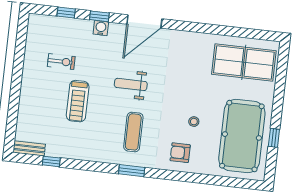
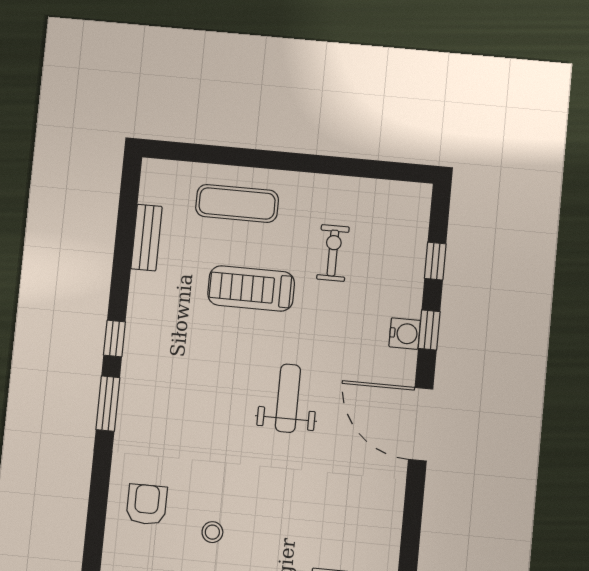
exercise bike: (61, 62) -> (333, 253), turned 180
exercise mat: (133, 132) -> (237, 203), moved
bench: (29, 148) -> (147, 238), moved
window: (51, 161) -> (114, 338), moved

